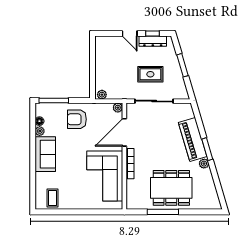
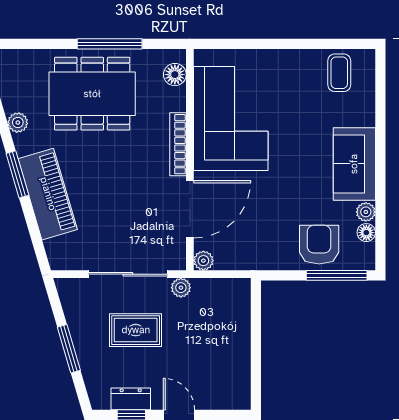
dresser: (153, 41) -> (131, 399), width x0.70
plant: (102, 95) -> (181, 288), moved
armchair: (77, 119) -> (319, 245), moved, turned -90
plant: (204, 164) -> (18, 123), moved
floor lamp: (132, 197) -> (175, 75), added

